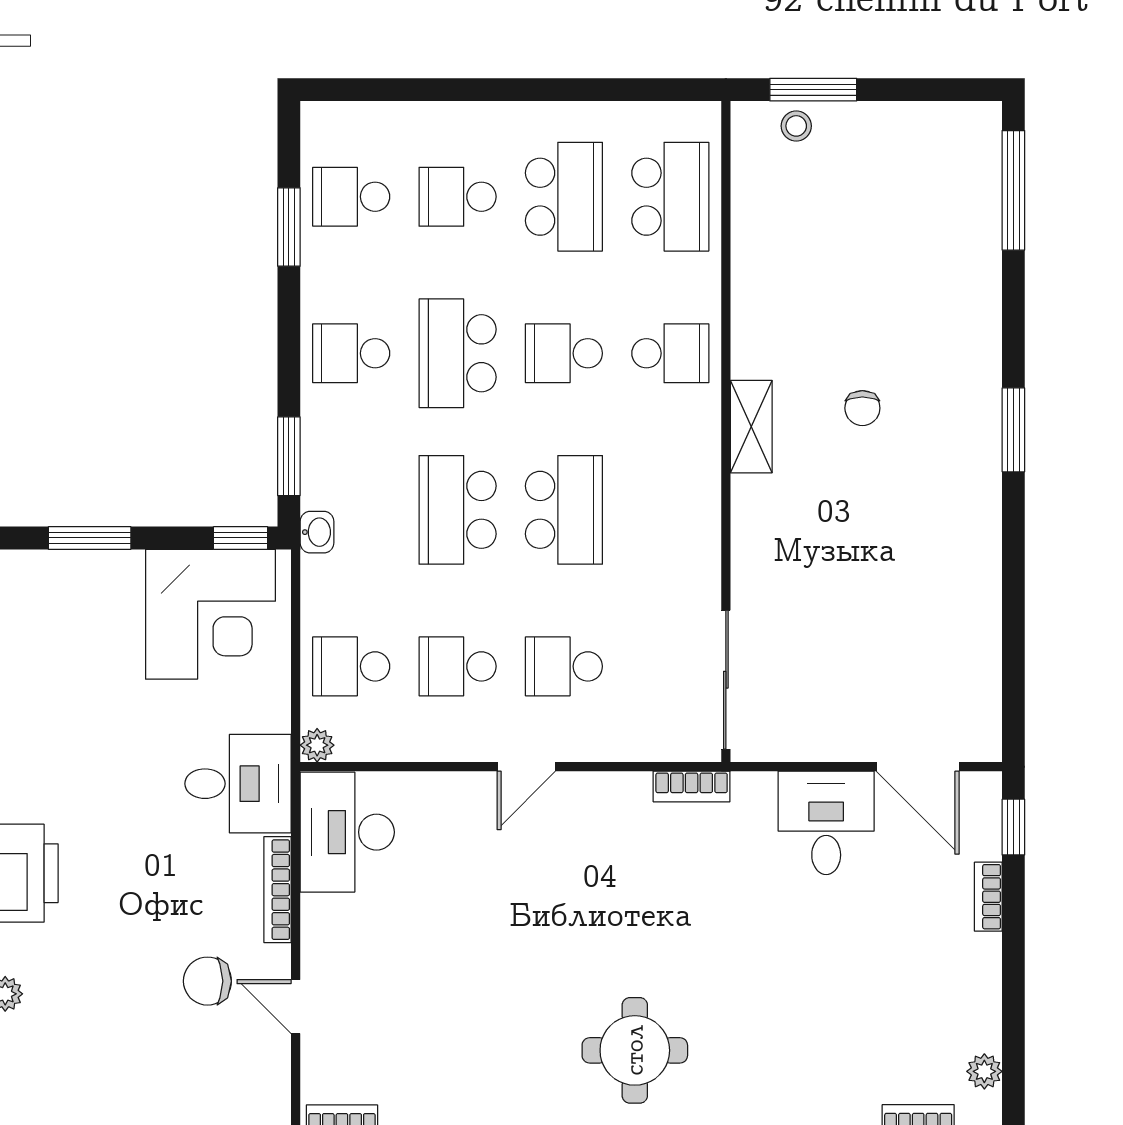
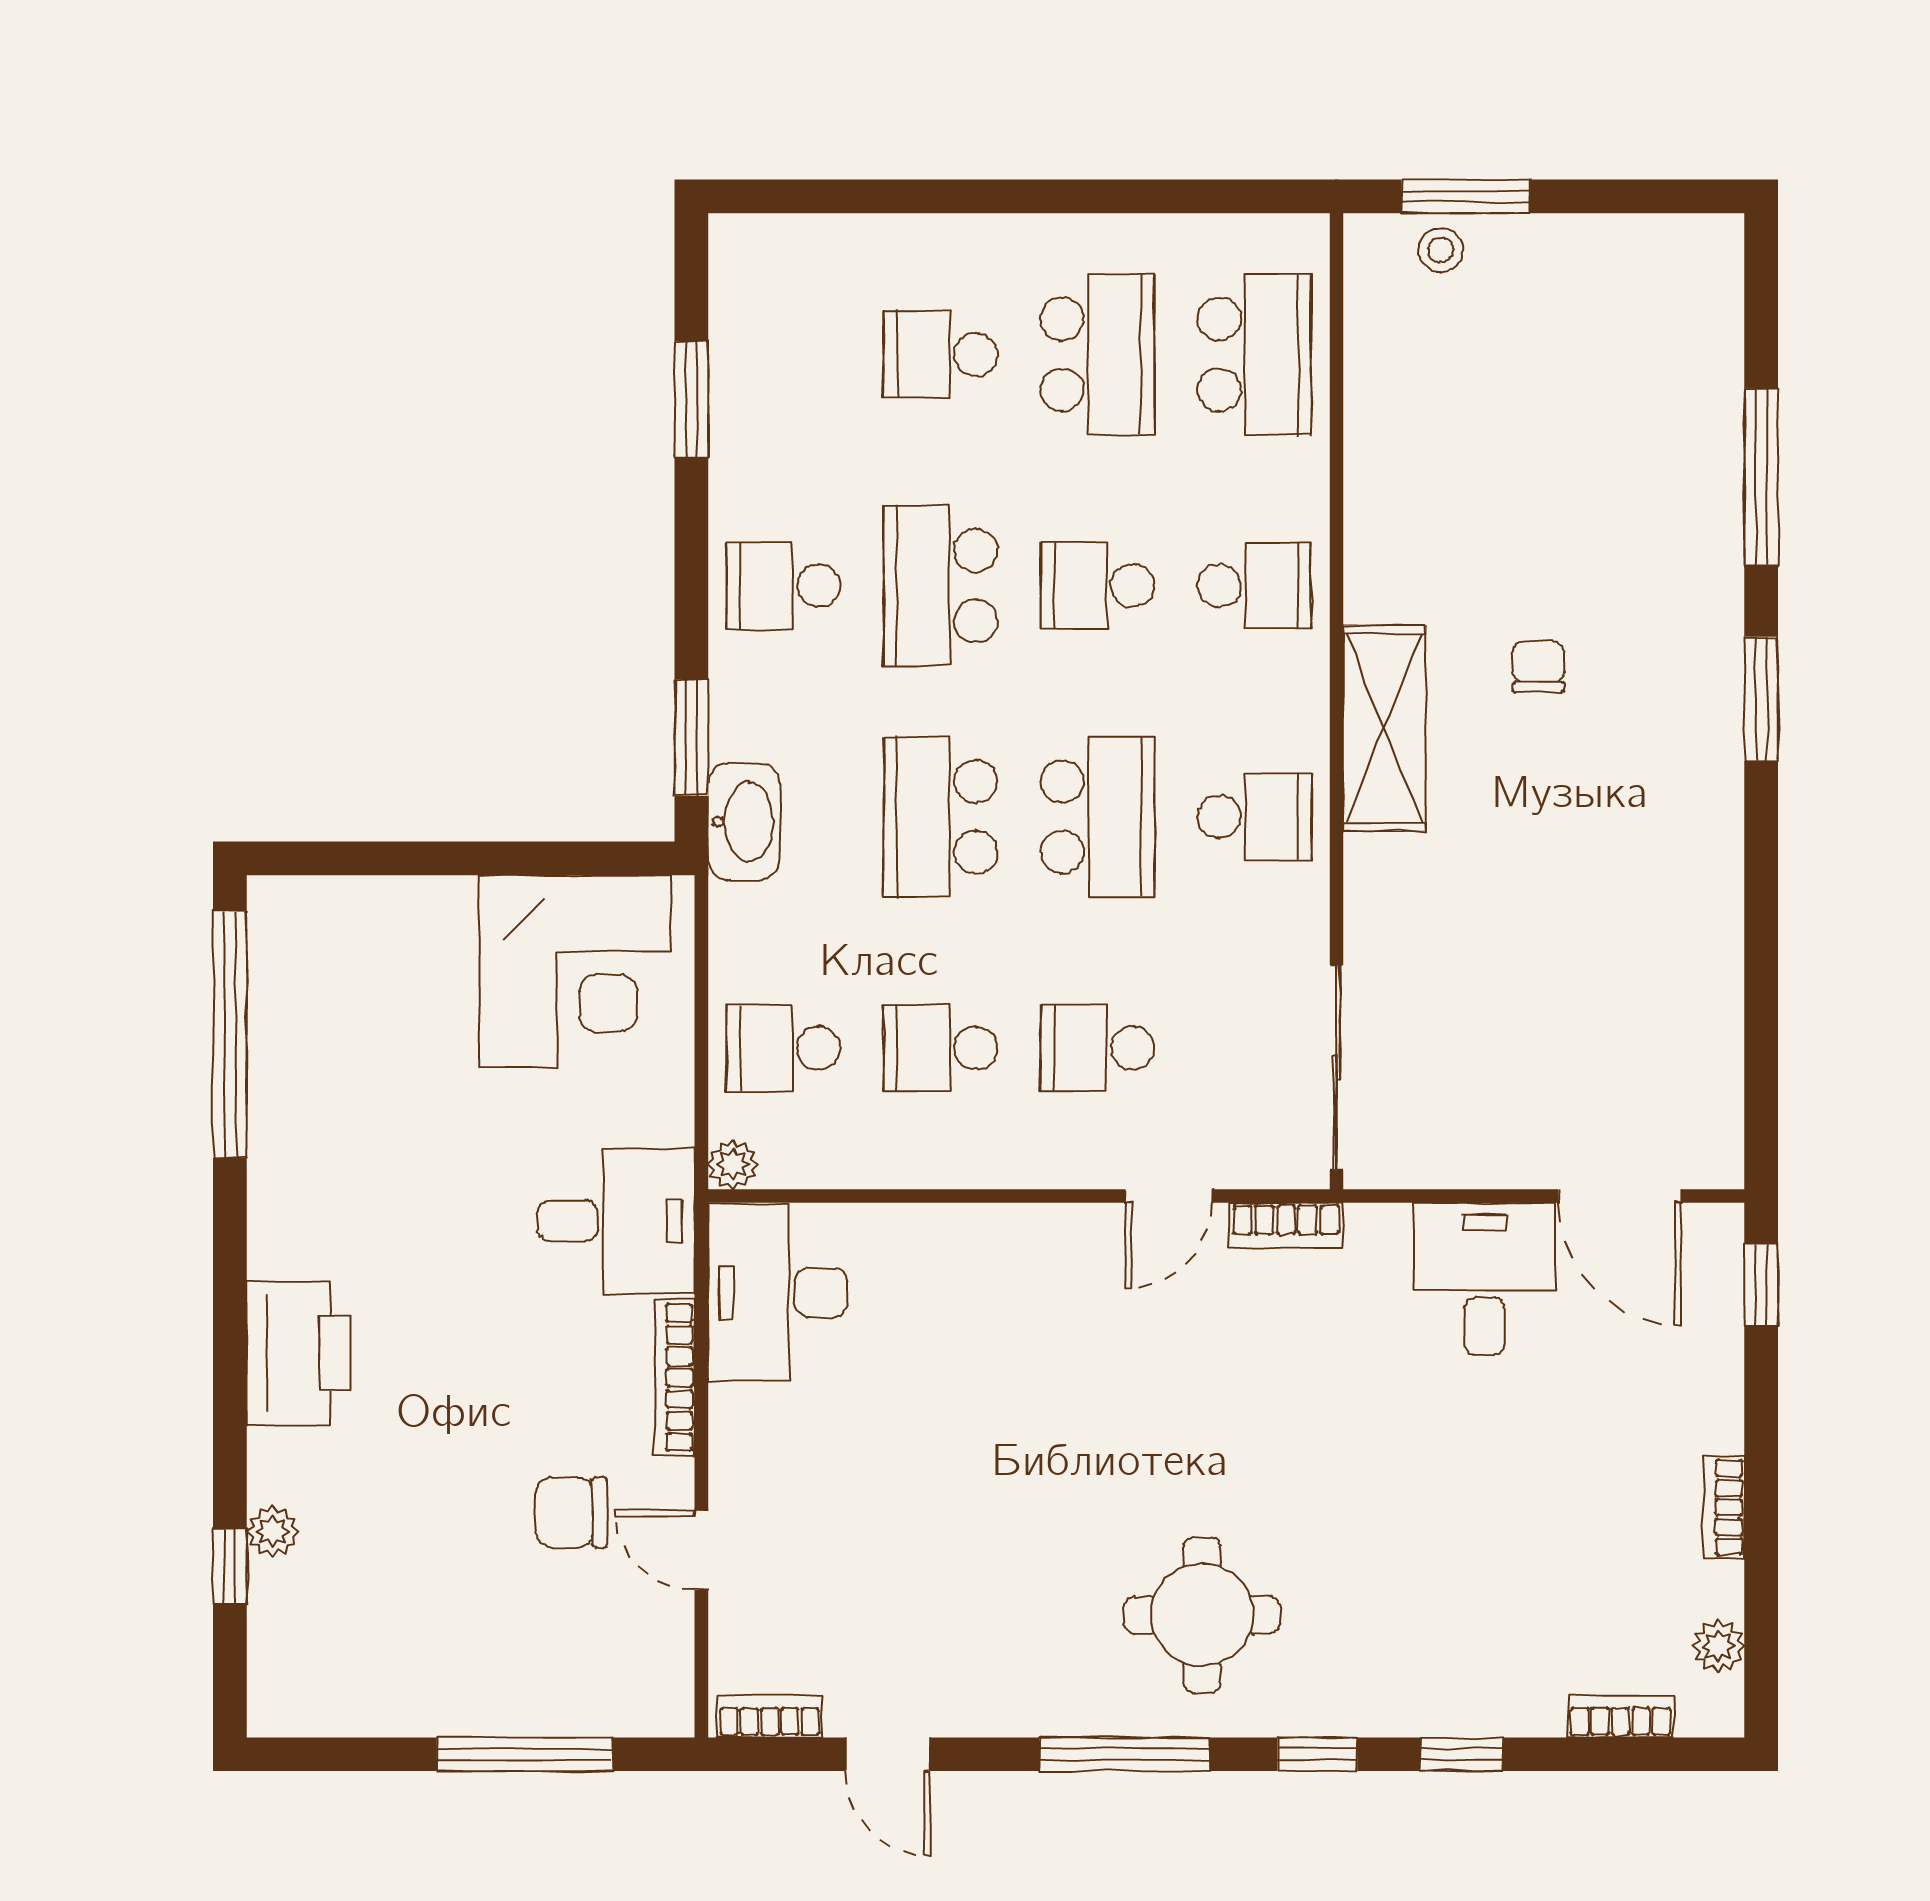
window: (1013, 190) -> (1761, 477), moved
school desk: (351, 197) -> (1254, 817), moved, turned 180
chair: (862, 408) -> (1538, 667), turned 180
shelving: (751, 427) -> (1384, 728), width x1.50, depth x1.33
washbasin: (317, 532) -> (744, 822), width x1.91, depth x1.45
window: (90, 538) -> (397, 858), removed
window: (241, 538) -> (620, 858), removed
door: (526, 767) -> (1168, 1196), moved
bookcase: (988, 897) -> (1724, 1508), moved

